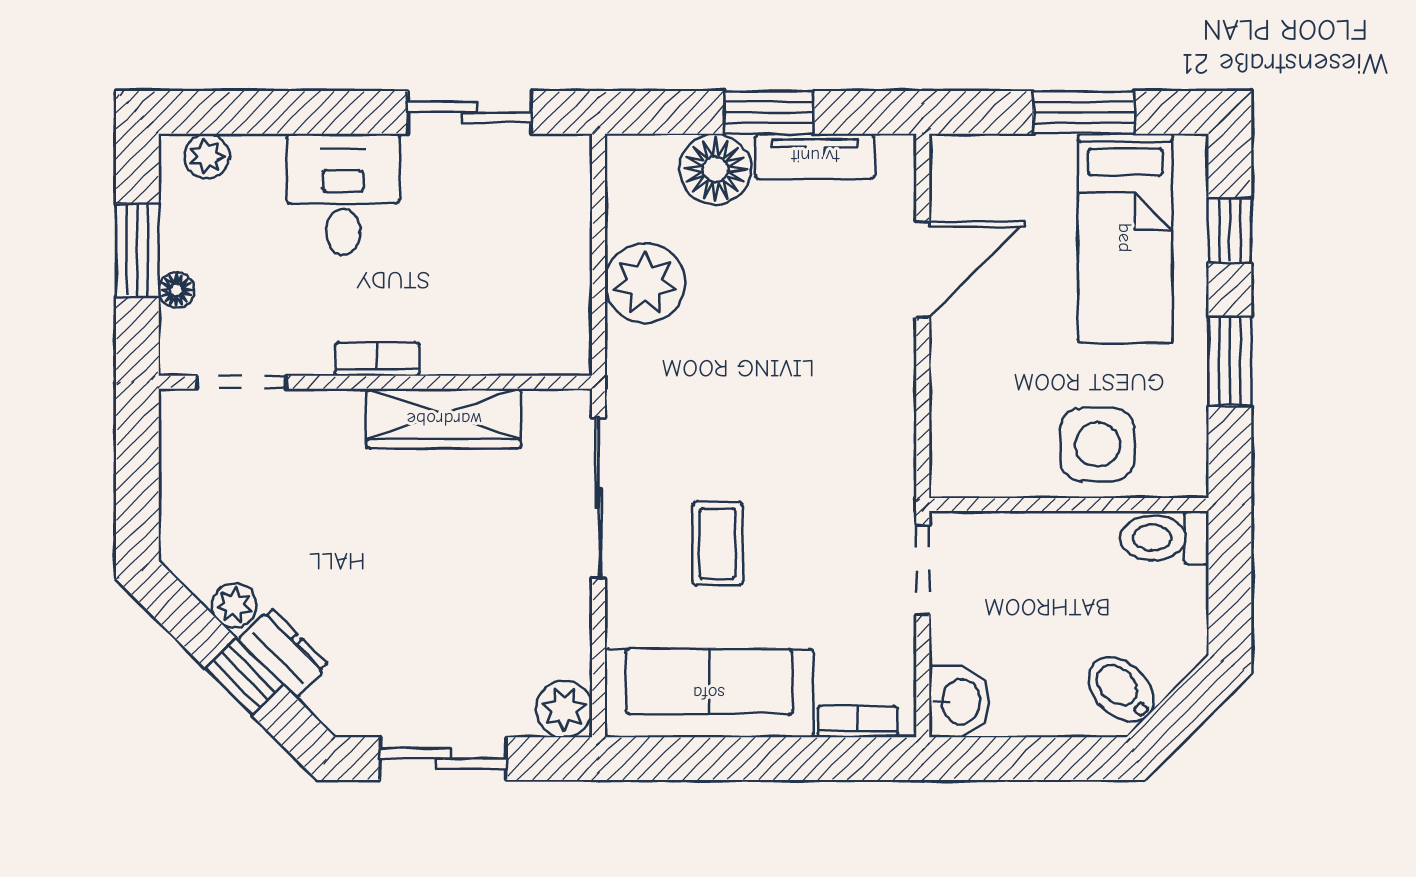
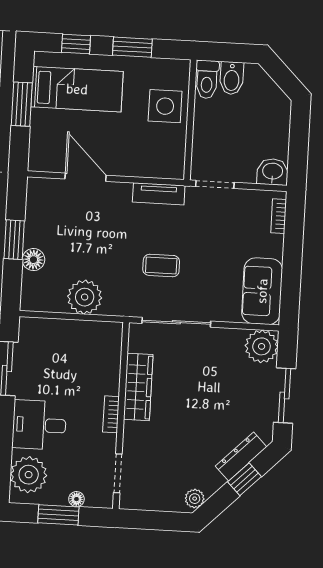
plant: (207, 156) -> (29, 475), width x1.88, depth x1.88
tv unit: (815, 156) -> (159, 194), moved, turned 90
floor lamp: (715, 169) -> (33, 260), width x0.73, depth x0.73
coffee table: (718, 543) -> (161, 265), moved
plant: (234, 605) -> (195, 499), moved
dresser: (283, 653) -> (241, 456), width x1.44
bidet: (1121, 689) -> (232, 78), moved, turned -45
sofa: (709, 693) -> (262, 291), width x0.73
plant: (564, 709) -> (262, 346), width x1.36, depth x1.36

